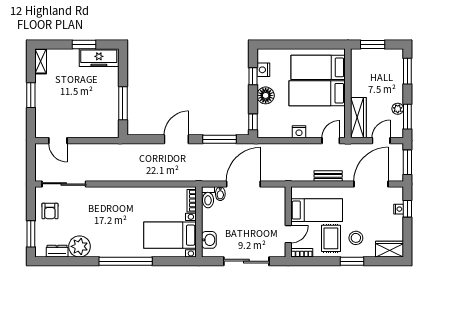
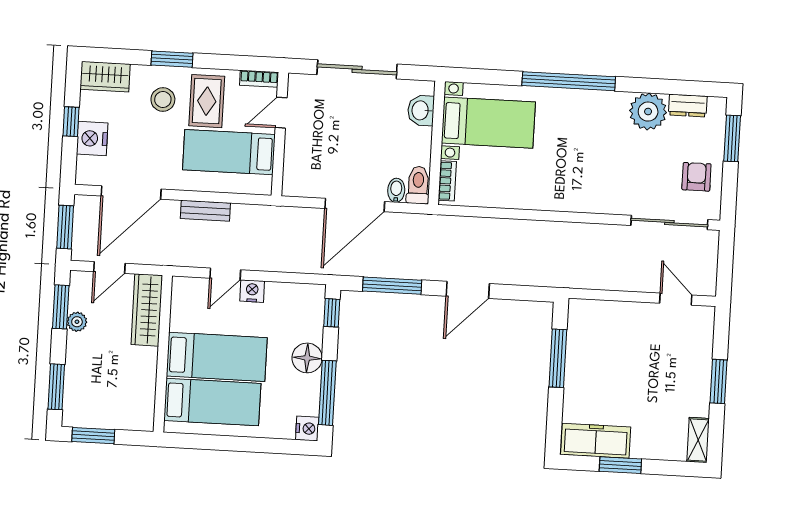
window: (373, 44) -> (93, 436), moved
nightstand: (263, 70) -> (307, 428), moved
window: (253, 76) -> (327, 393), width x2.17
door: (331, 141) -> (225, 274), moved
nightstand: (399, 209) -> (92, 138), width x1.89, depth x1.79
window: (407, 209) -> (71, 122), moved

